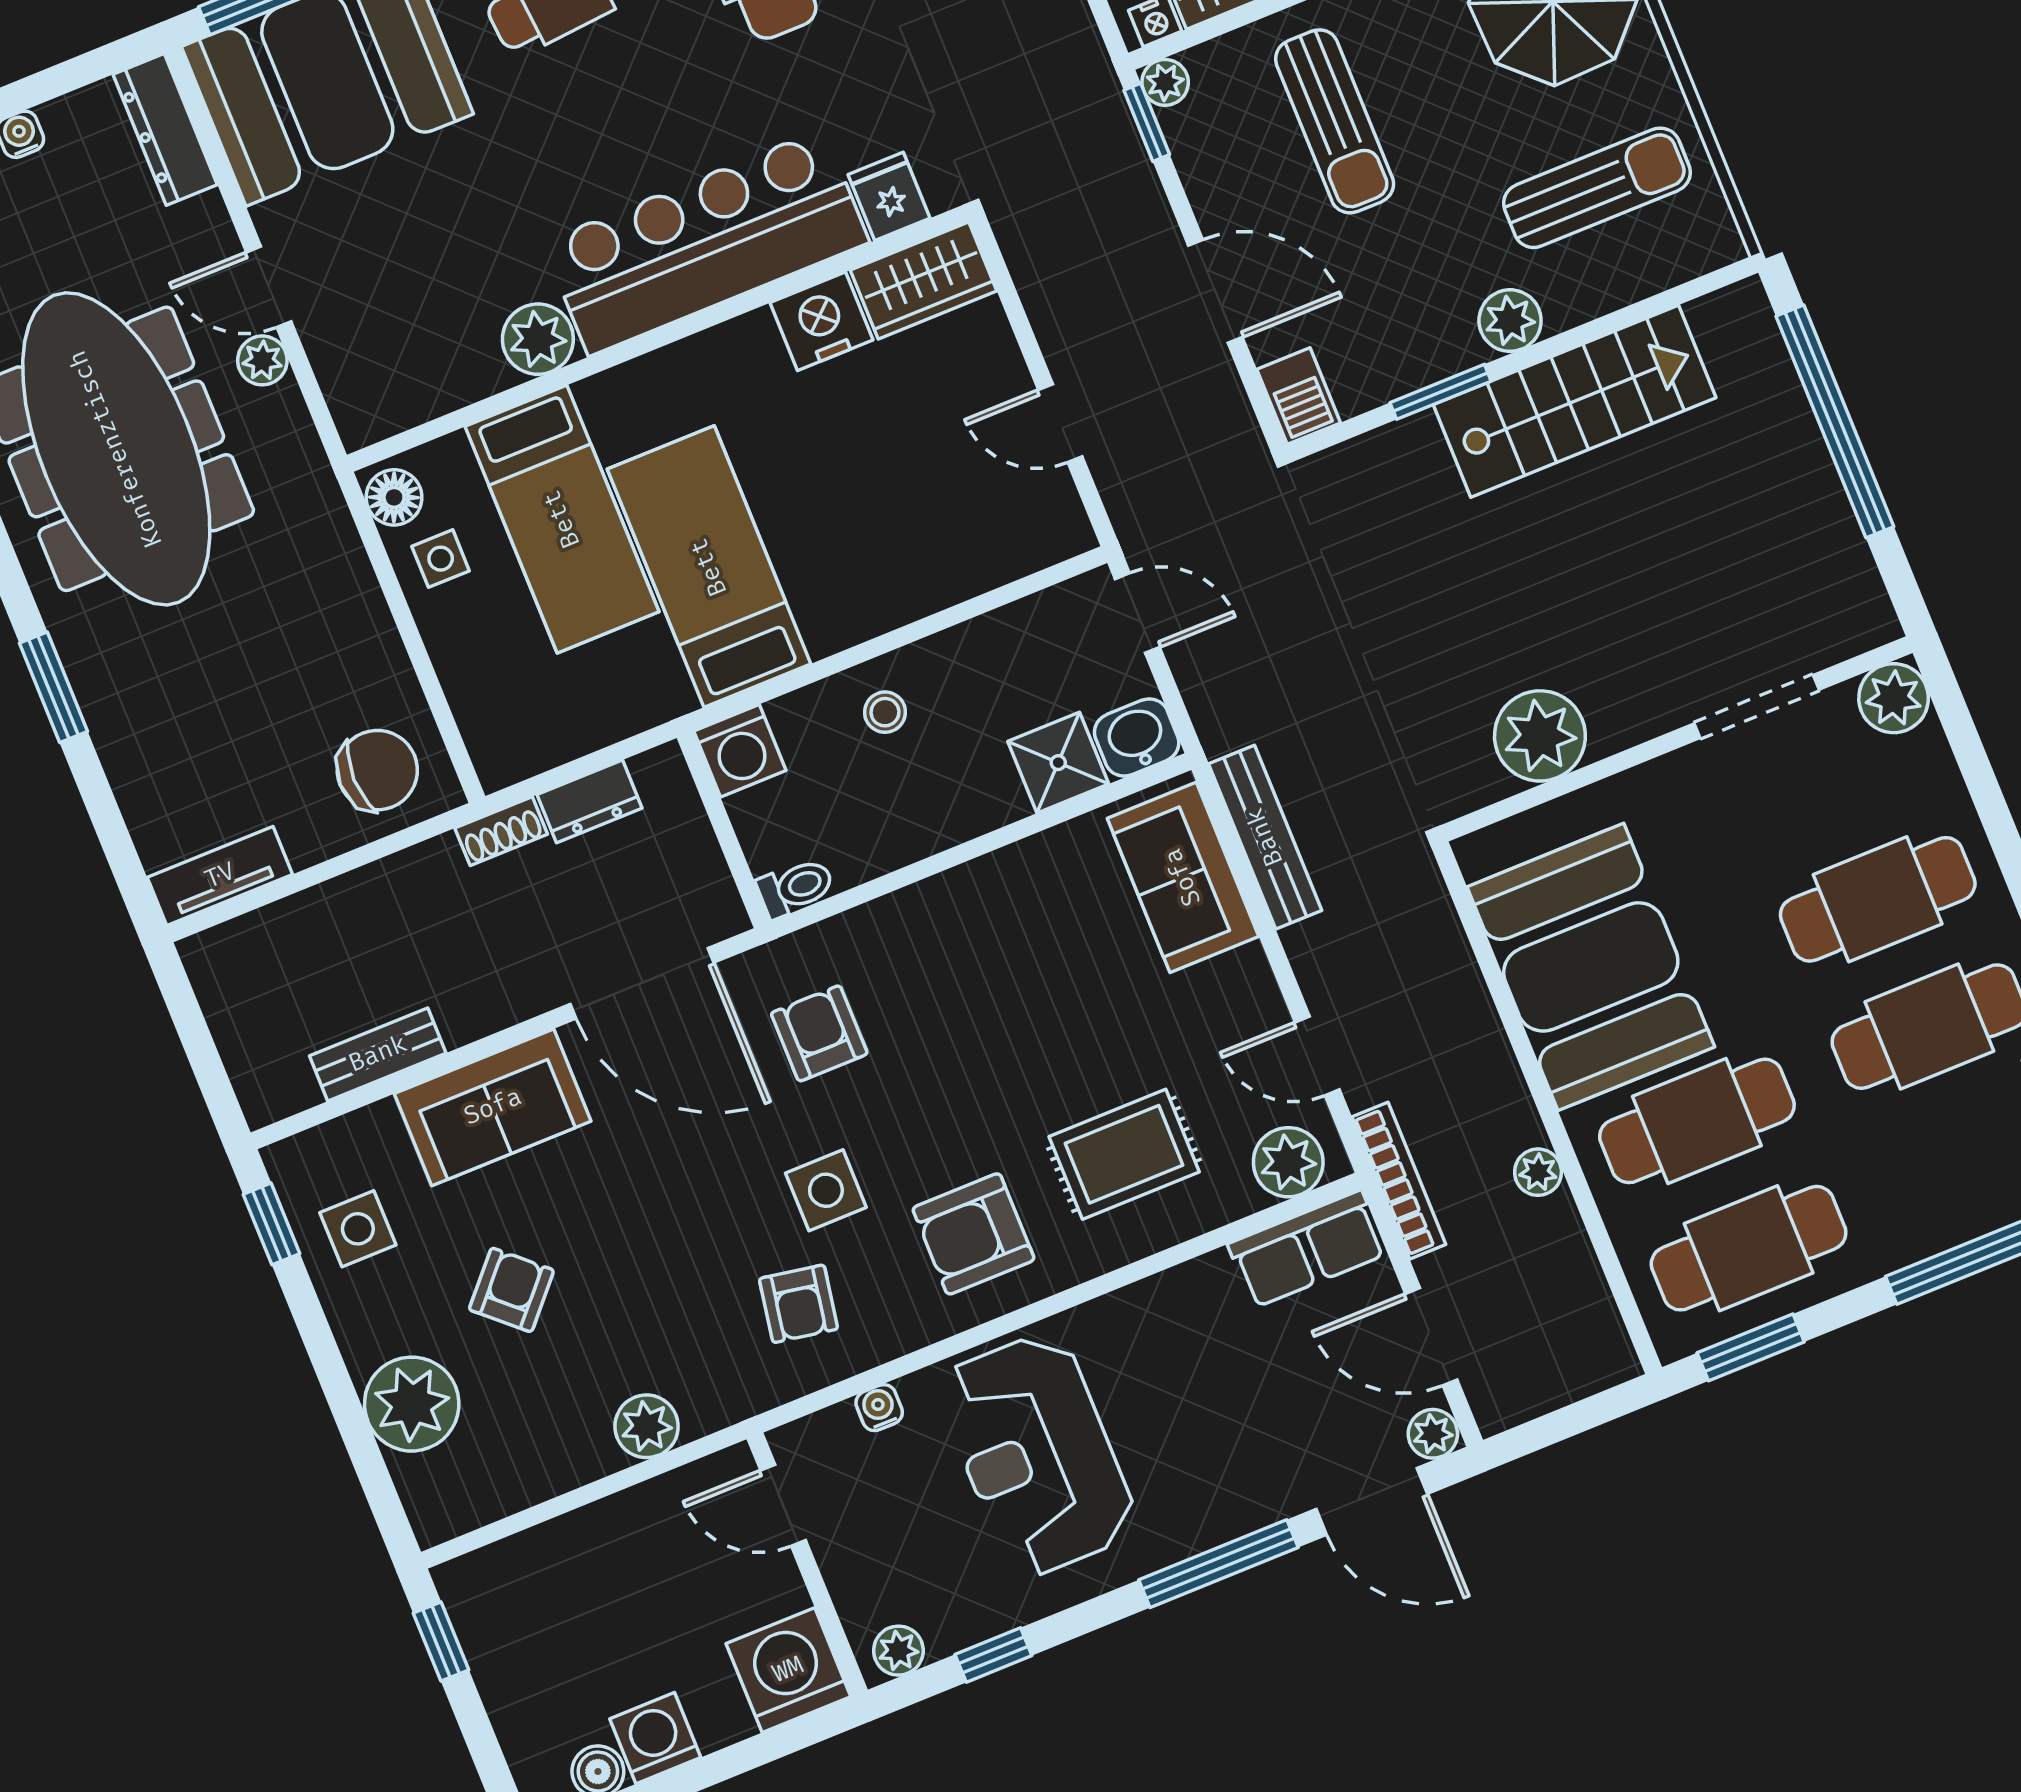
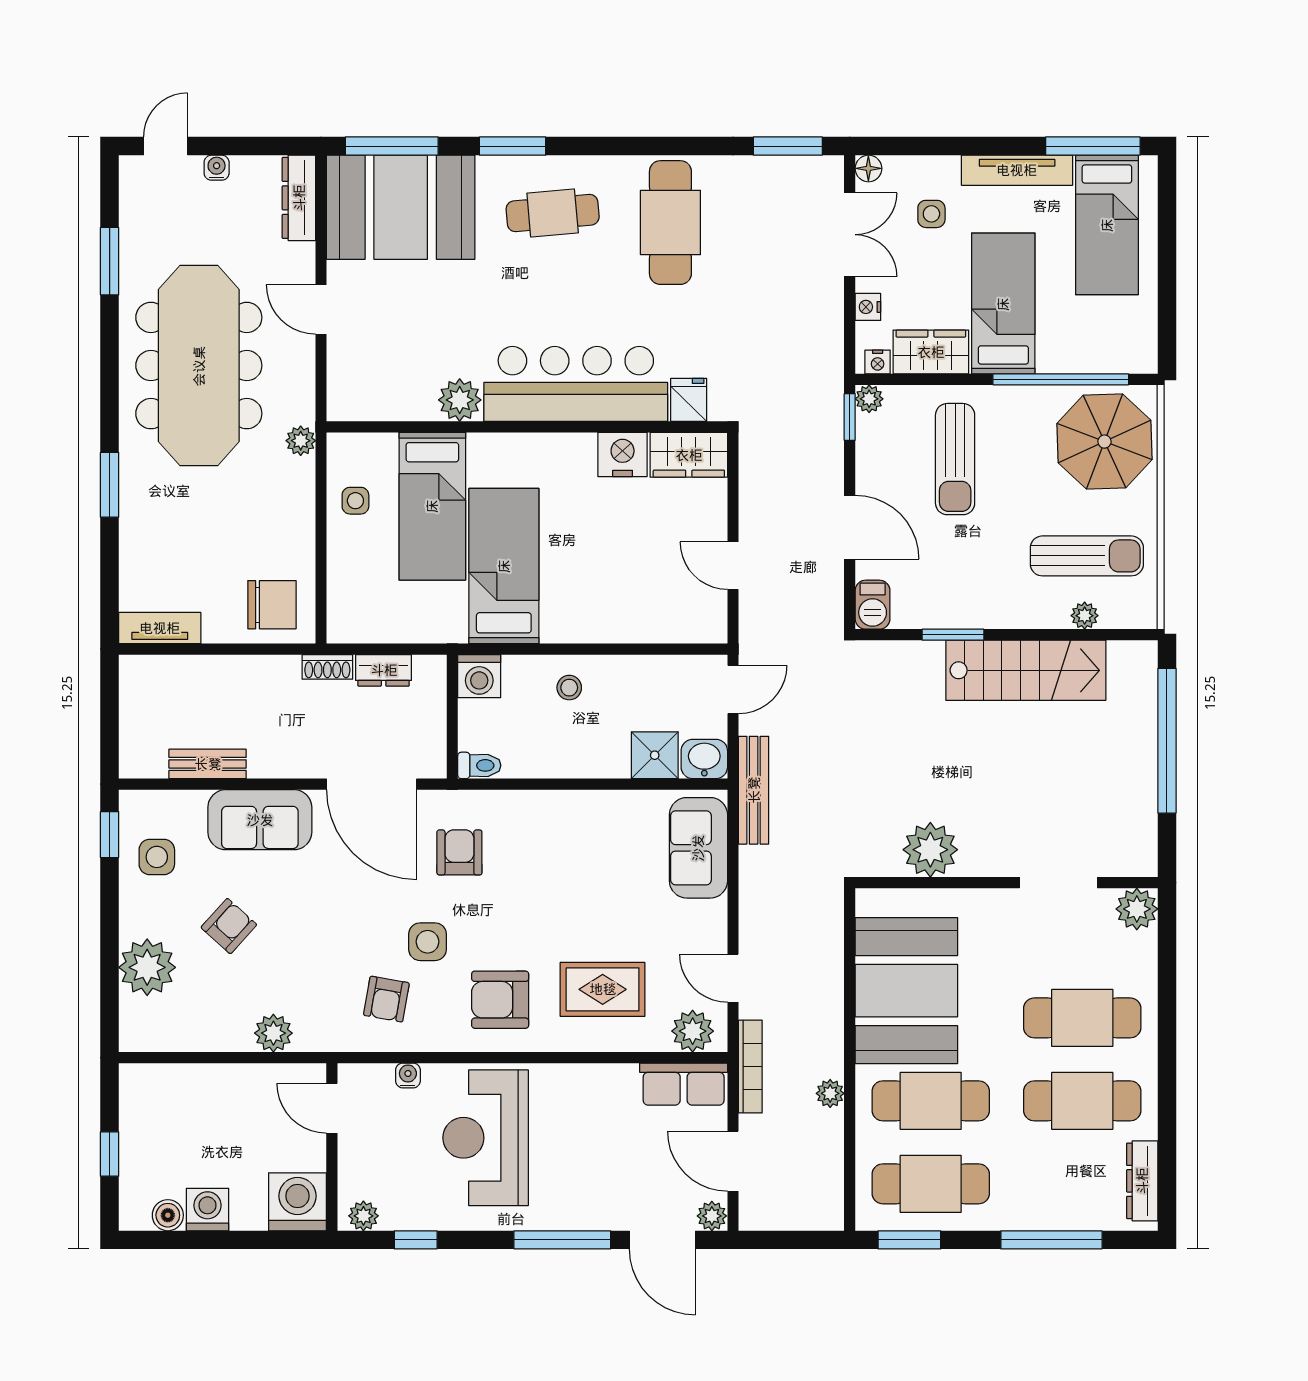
plant: (1510, 321) -> (1085, 616), moved, width x0.73, depth x0.73
plant: (262, 360) -> (301, 441), moved
floor lamp: (394, 497) -> (343, 456), removed
door: (1137, 613) -> (733, 689), hinge flipped
bench: (1265, 837) -> (754, 790), moved
window: (441, 1641) -> (110, 1154), moved

